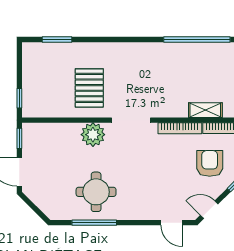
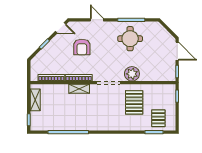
pallet: (50, 62) -> (158, 118), added
shelving: (205, 110) -> (79, 89), moved
armchair: (210, 163) -> (82, 47), moved
door: (172, 223) -> (97, 20), moved

